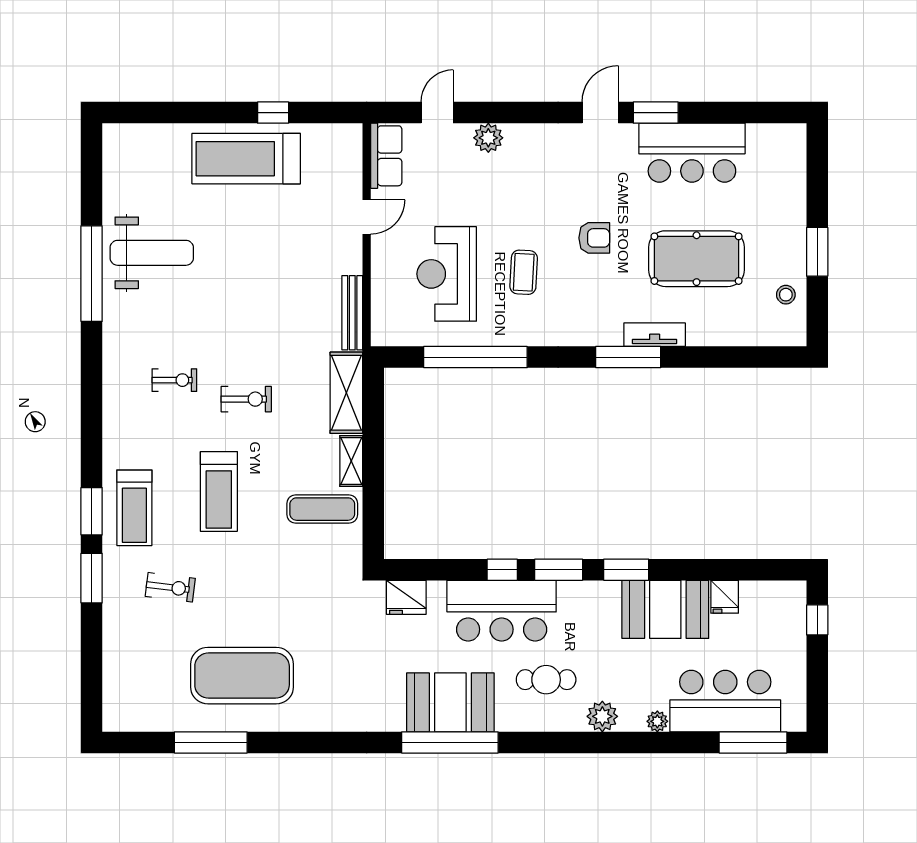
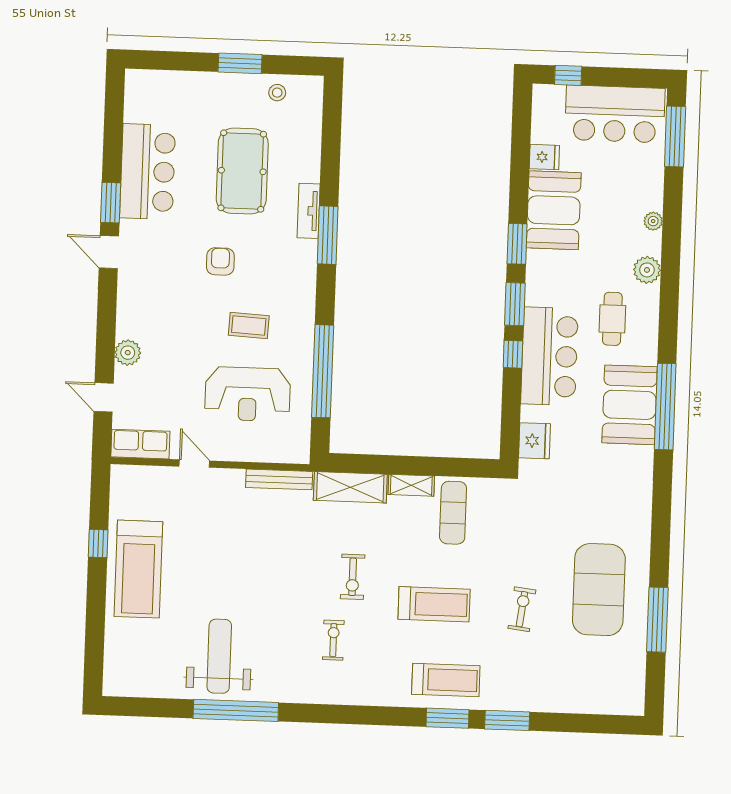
exercise bike: (246, 399) -> (353, 577), turned 180
exercise bike: (170, 587) -> (522, 609), moved
bar counter: (725, 701) -> (615, 114), moved, turned -90

